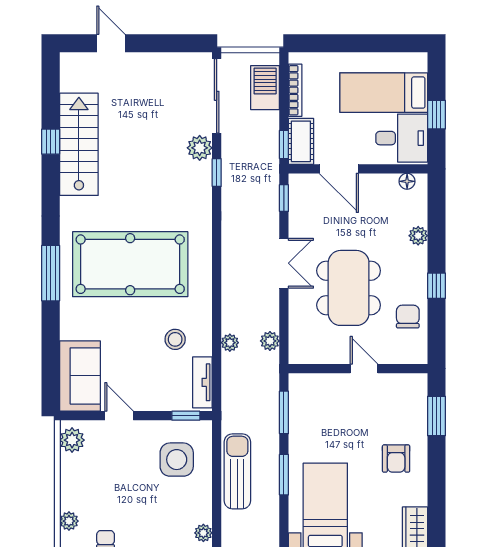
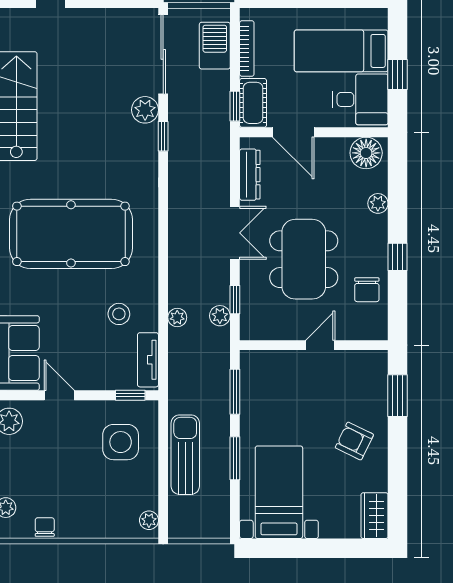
floor lamp: (407, 181) -> (366, 153), width x1.89, depth x1.89
window: (284, 198) -> (235, 300), moved
dresser: (298, 209) -> (250, 175), added
chair: (408, 317) -> (367, 290), turned 180
door: (364, 369) -> (320, 345), hinge flipped
armchair: (396, 459) -> (354, 441), turned 116

